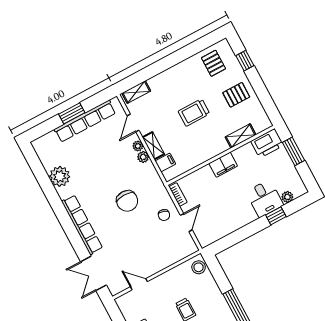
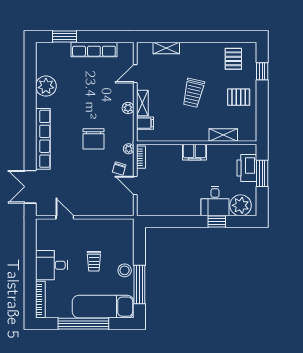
shelving: (136, 92) -> (166, 48), moved
window: (72, 113) -> (65, 36), moved
trolley: (194, 113) -> (193, 93), turned -77
row of seats: (85, 121) -> (94, 49), width x0.73
printer: (267, 143) -> (247, 168), moved, turned 90
plant: (138, 146) -> (129, 149), moved
plant: (287, 197) -> (241, 205), width x1.87, depth x1.87
door: (186, 223) -> (135, 186), swing flipped
stool: (199, 267) -> (125, 270), moved

